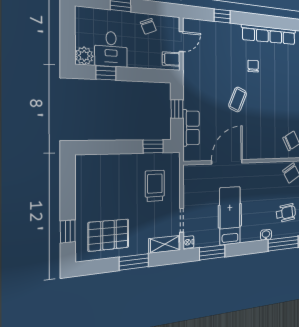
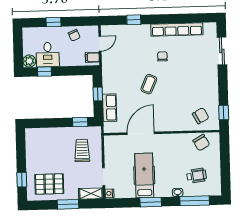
window: (212, 252) -> (151, 202), moved

